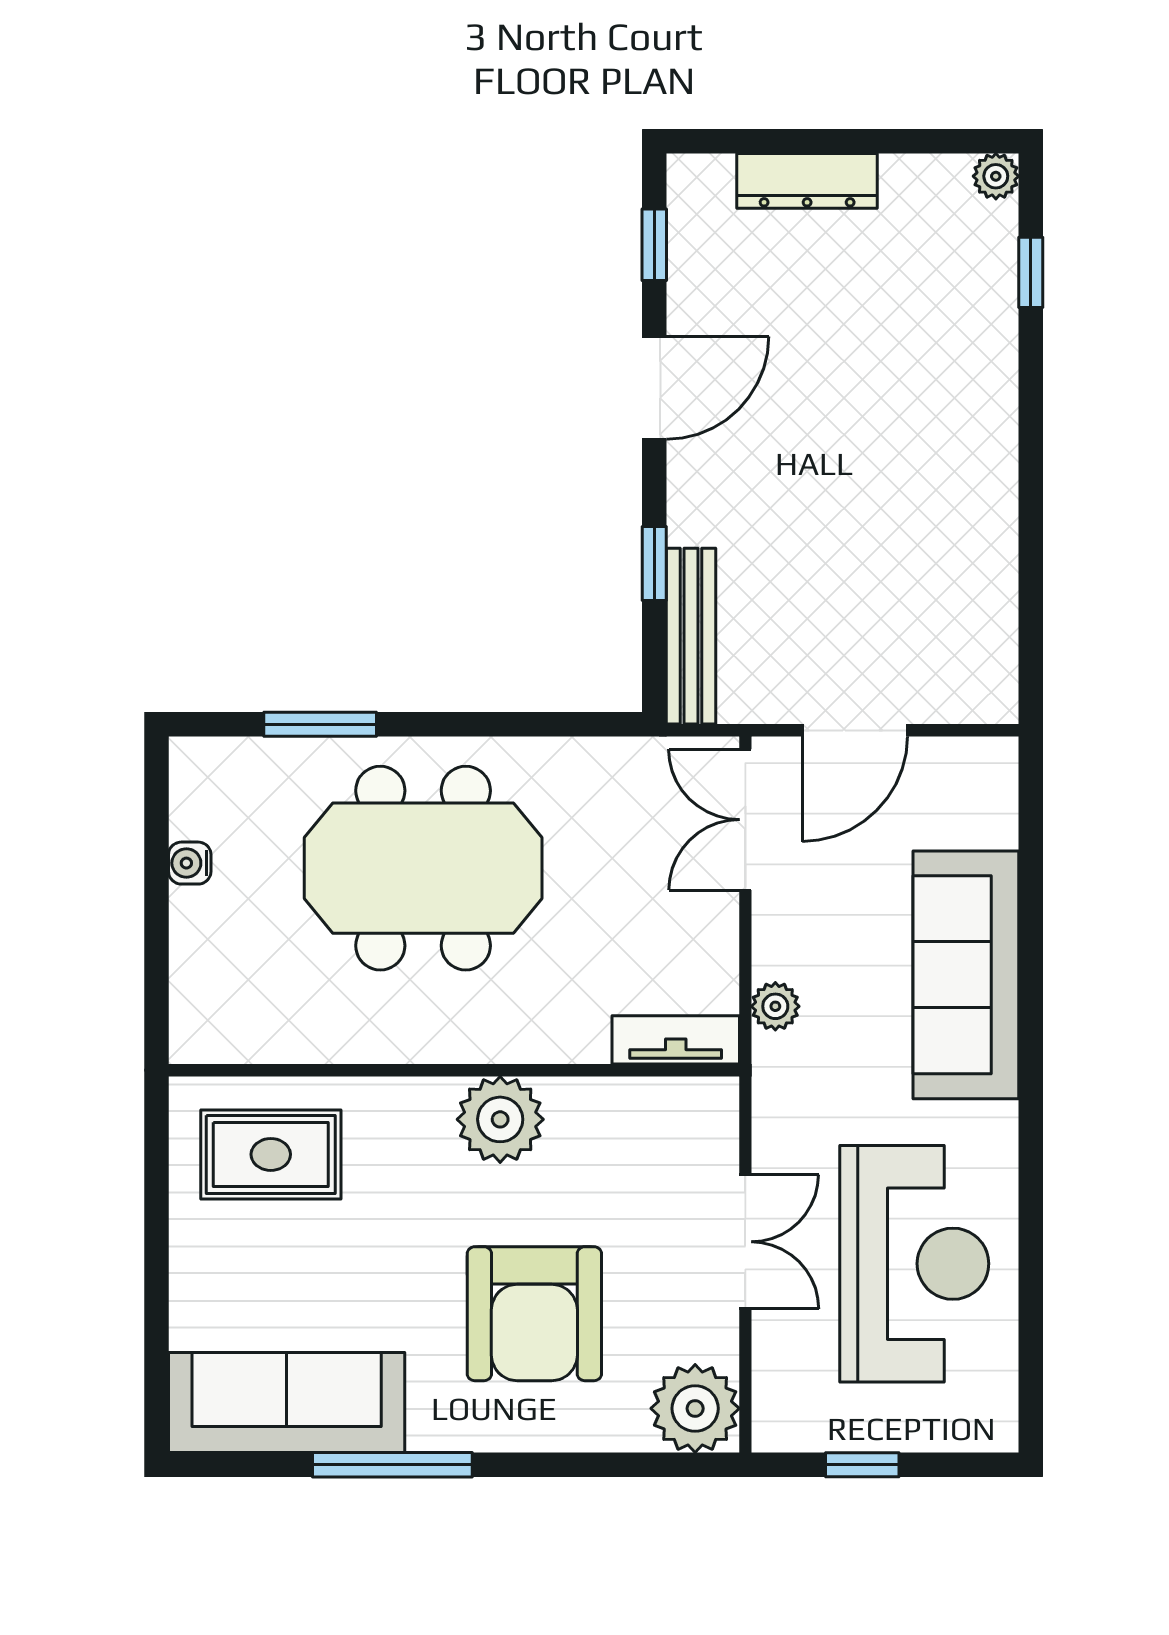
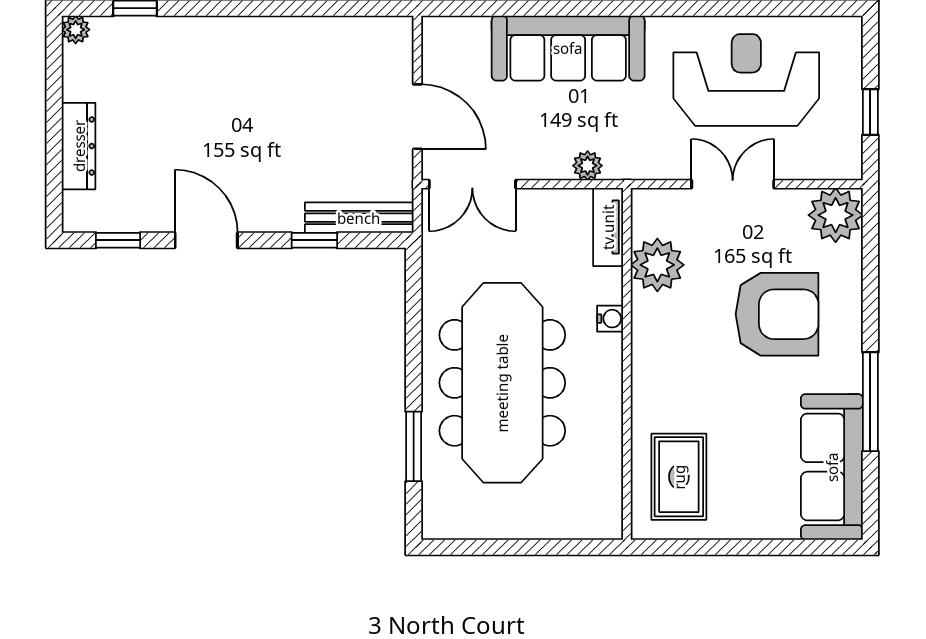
water cooler: (190, 863) -> (610, 319), moved, turned -90
meeting table: (423, 868) -> (502, 383), width x1.36
plant: (500, 1119) -> (657, 265), moved

